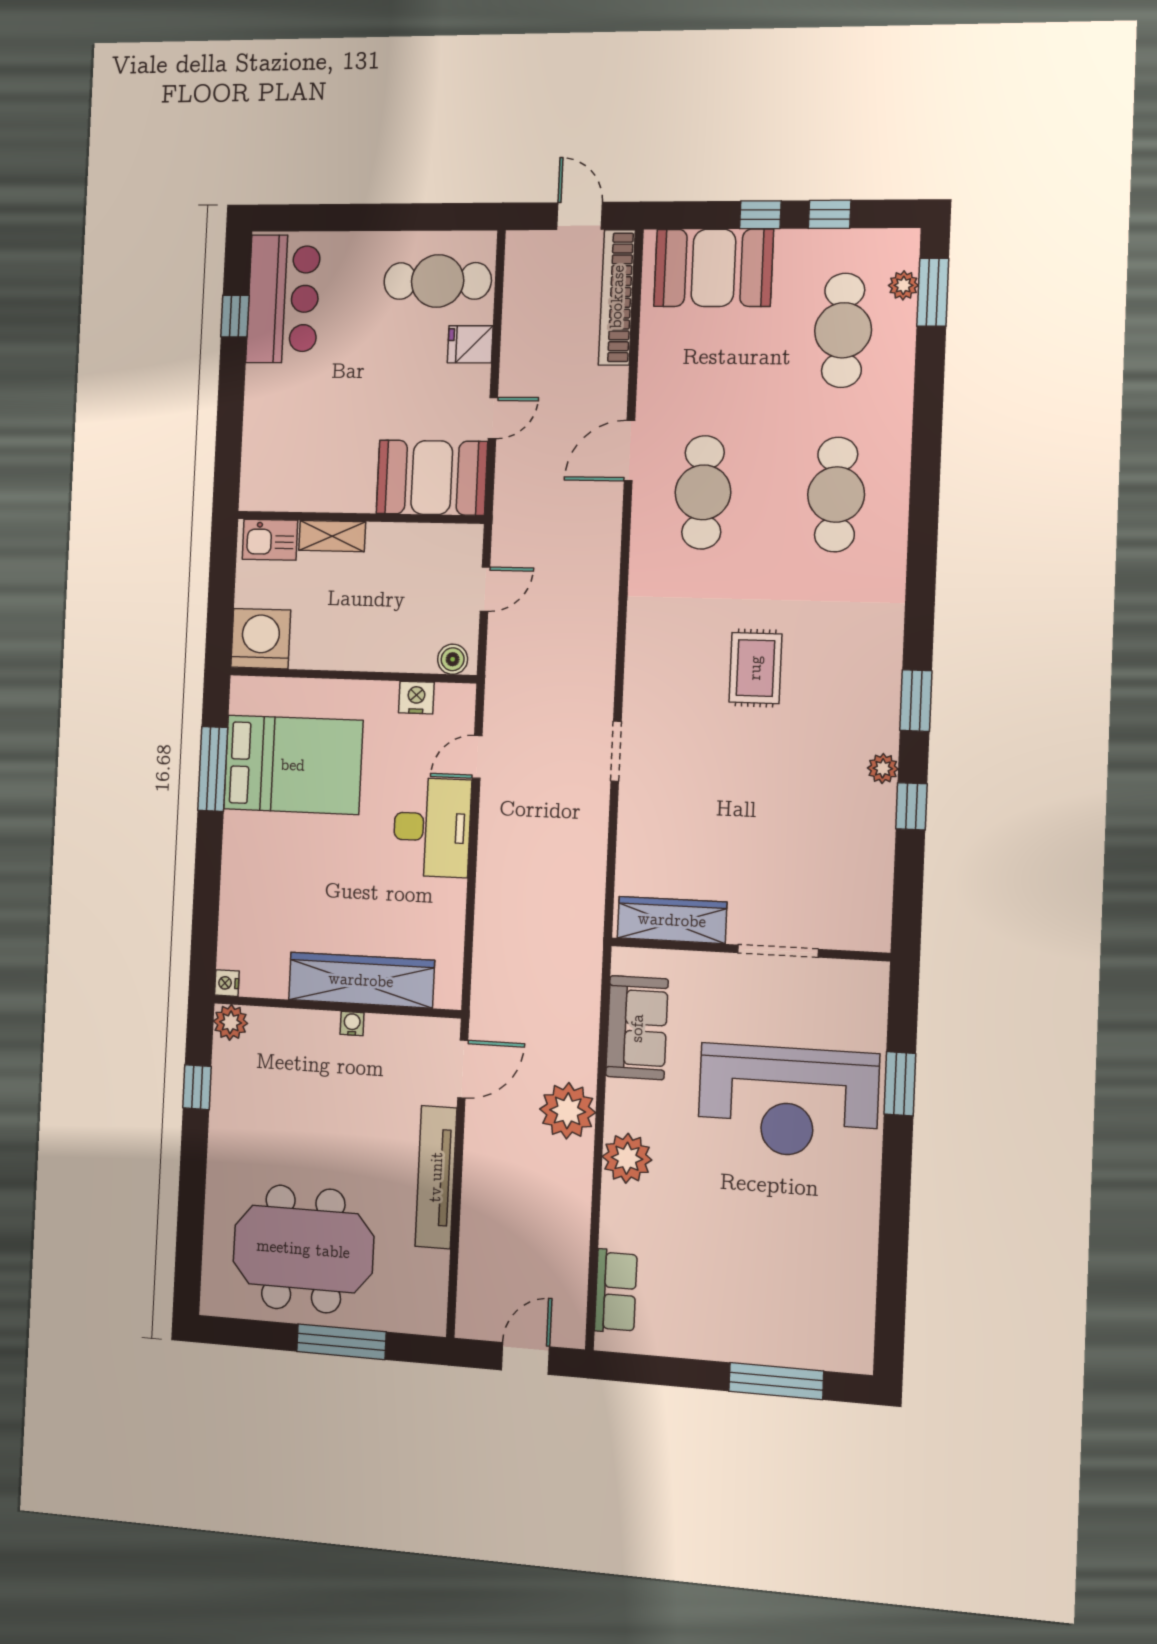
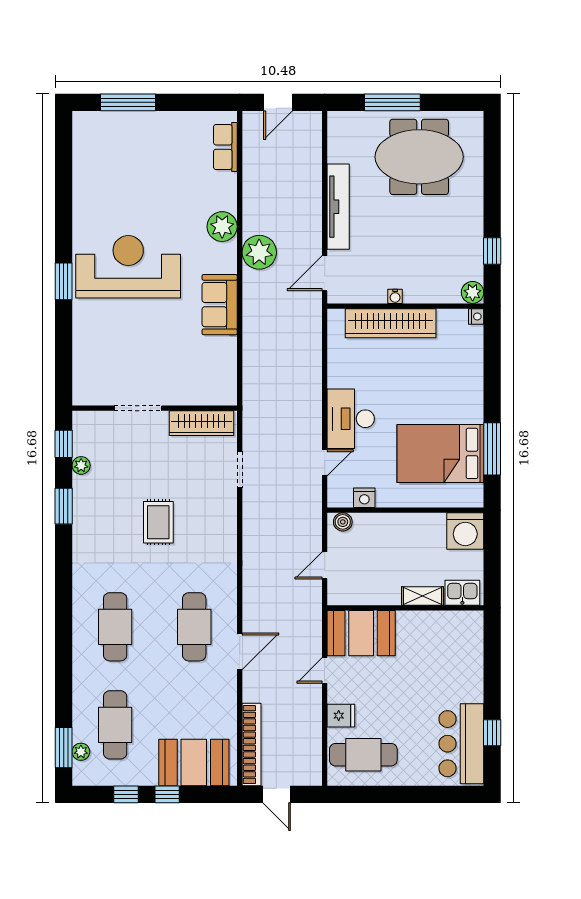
wardrobe: (672, 920) -> (202, 423), moved
wall: (749, 949) -> (155, 408), moved
doorway: (778, 951) -> (138, 408), moved

